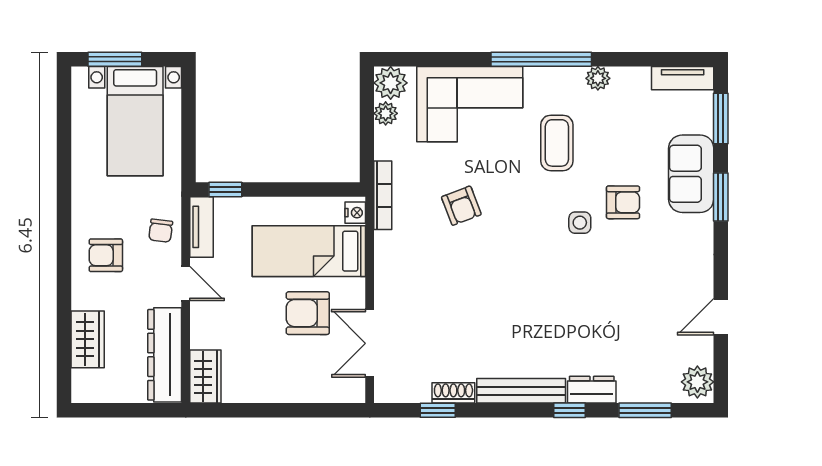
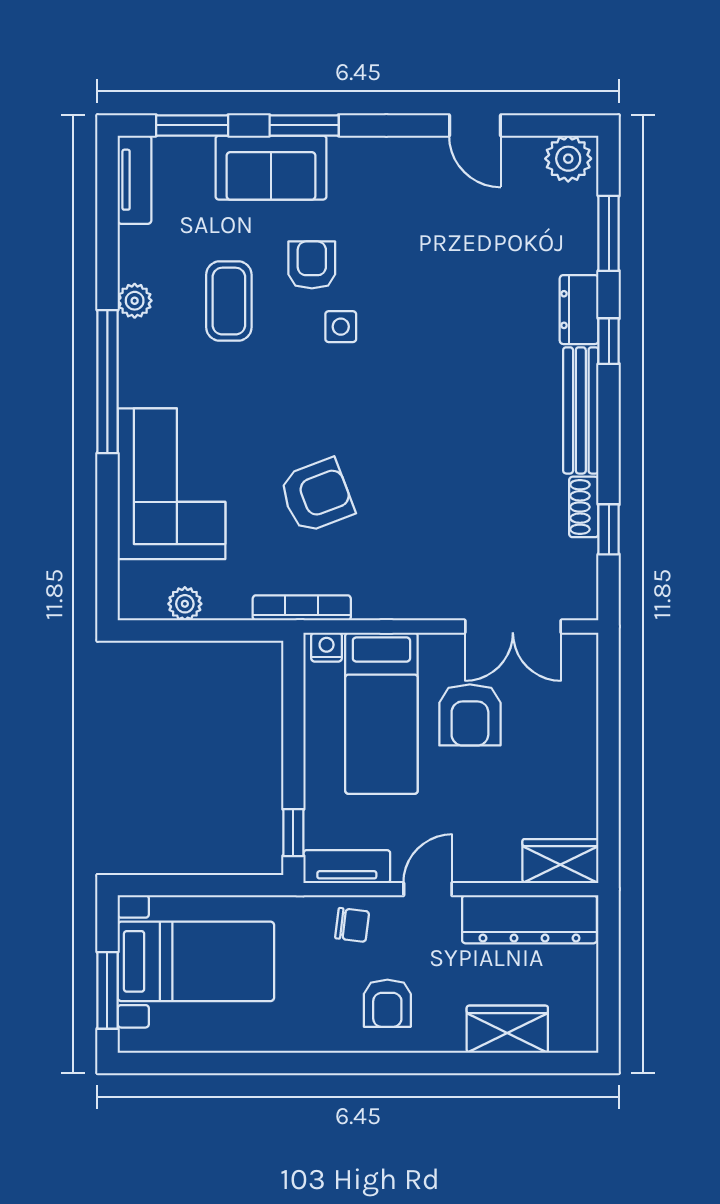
plant: (391, 83) -> (141, 597), removed
coffee table: (557, 143) -> (229, 301), moved, turned 90
armchair: (461, 206) -> (317, 496), width x1.38, depth x1.38

